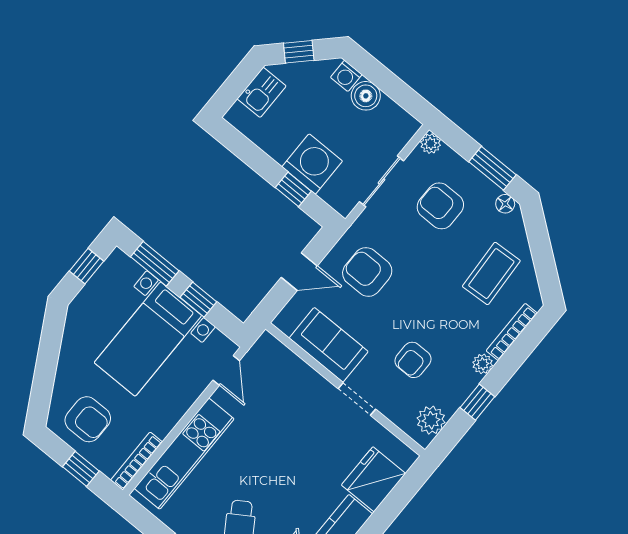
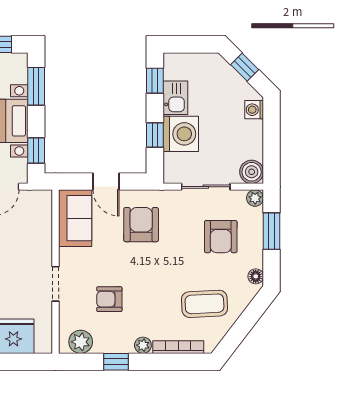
kitchen sink: (262, 92) -> (175, 98), moved, turned -90
boiler: (366, 96) -> (252, 172), moved
window: (242, 147) -> (155, 81), added
window: (493, 168) -> (272, 231), moved
armchair: (440, 206) -> (221, 237), turned 180
window: (198, 300) -> (36, 150), moved
sofa: (329, 345) -> (75, 218), moved

